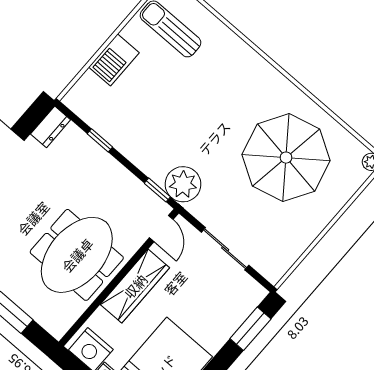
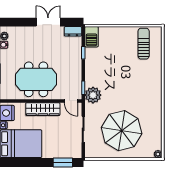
barbecue: (114, 60) -> (91, 37), moved, turned -90
parasol: (286, 158) -> (122, 131), moved
door: (161, 229) -> (71, 101), hinge flipped

